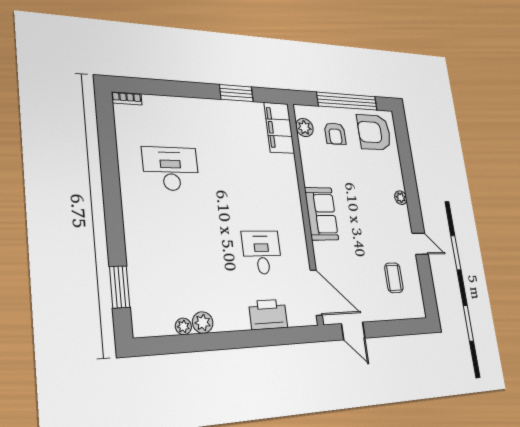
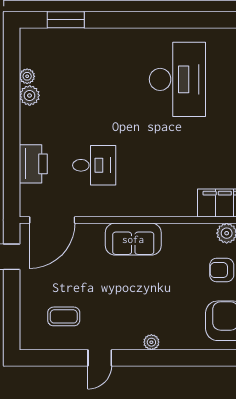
desk: (171, 169) -> (177, 79), width x1.36, depth x1.30

